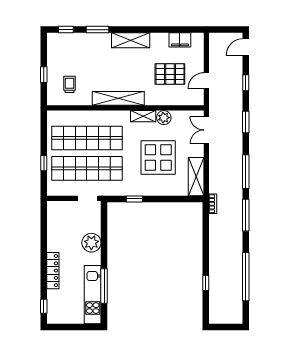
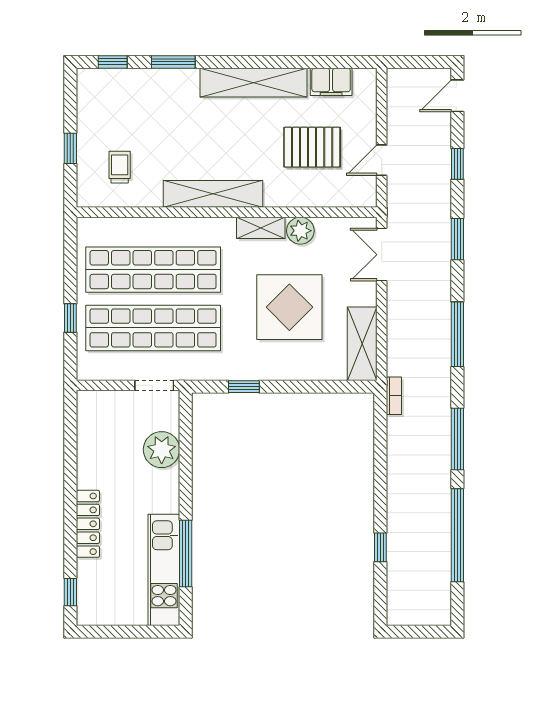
shelving: (131, 40) -> (253, 83), width x1.47
window: (246, 215) -> (457, 439), moved
plant: (91, 243) -> (162, 450), moved

